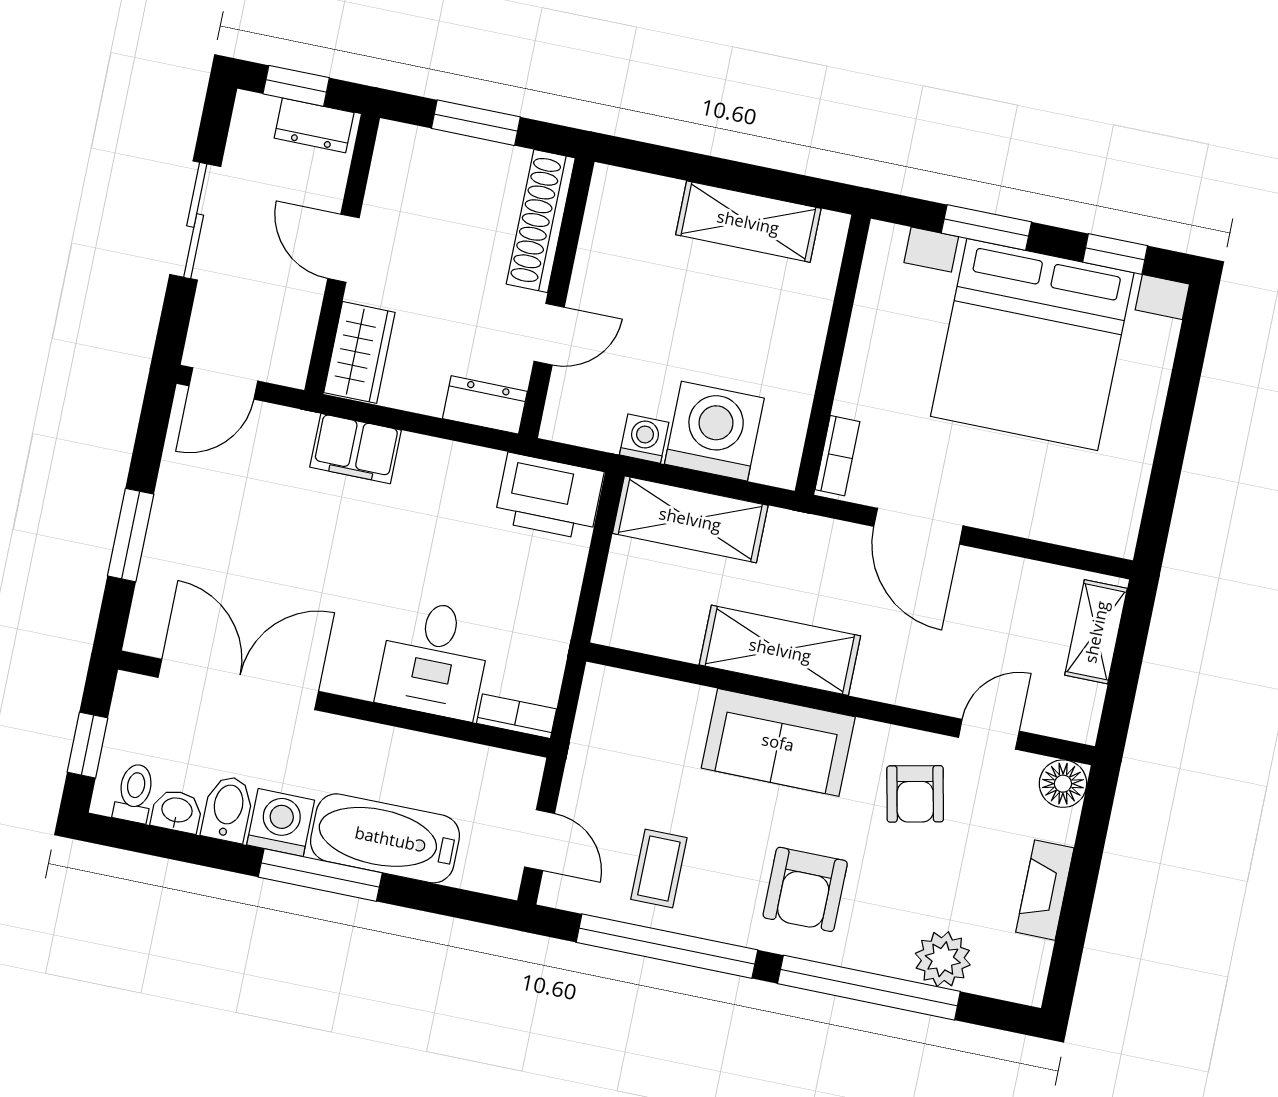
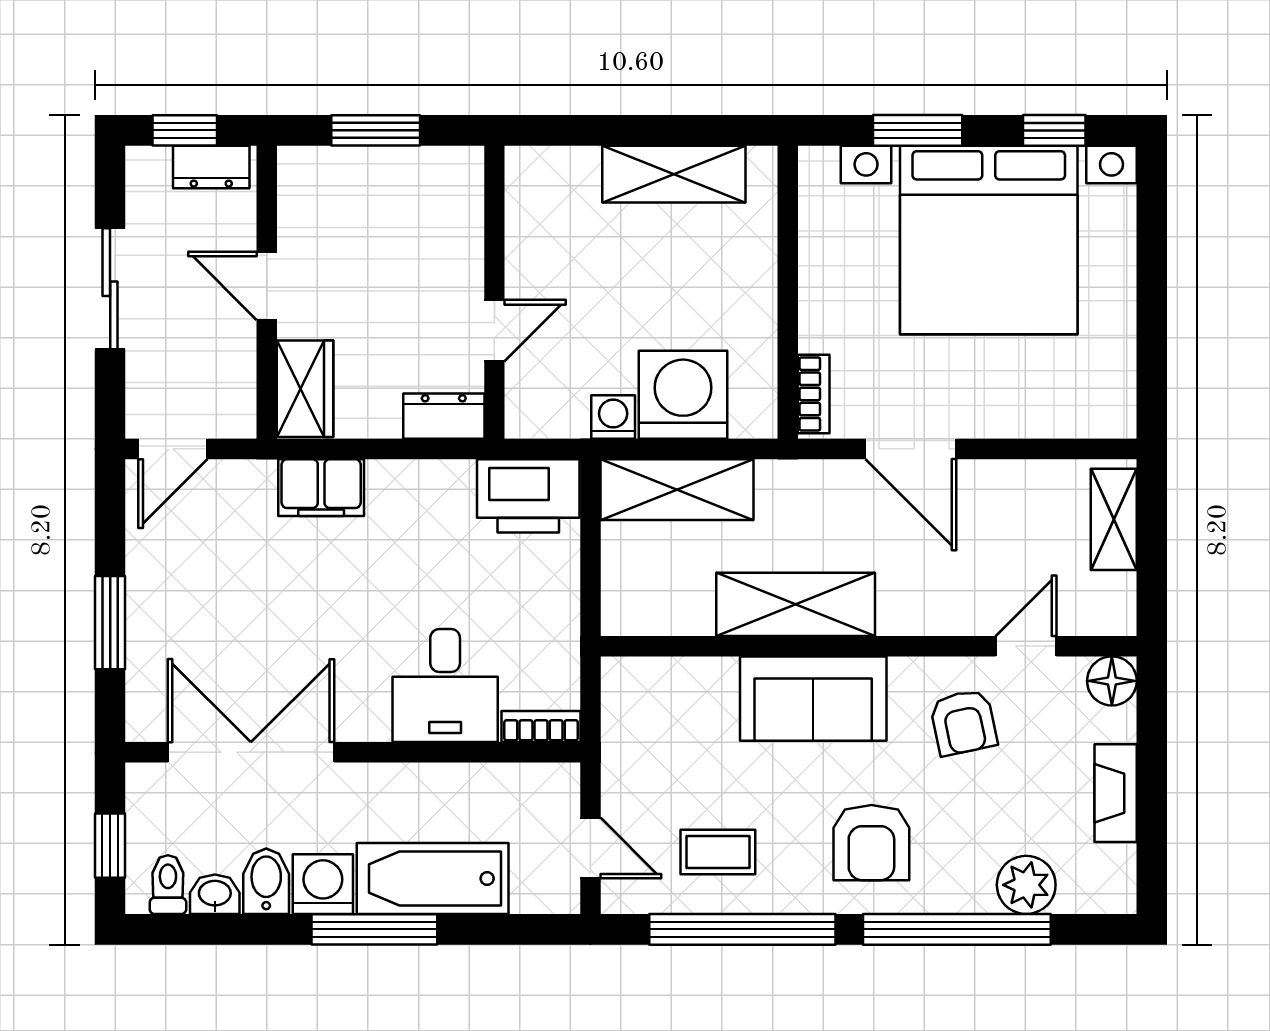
shoe rack: (541, 221) -> (462, 217), removed
coffee table: (659, 869) -> (718, 852), turned 90

